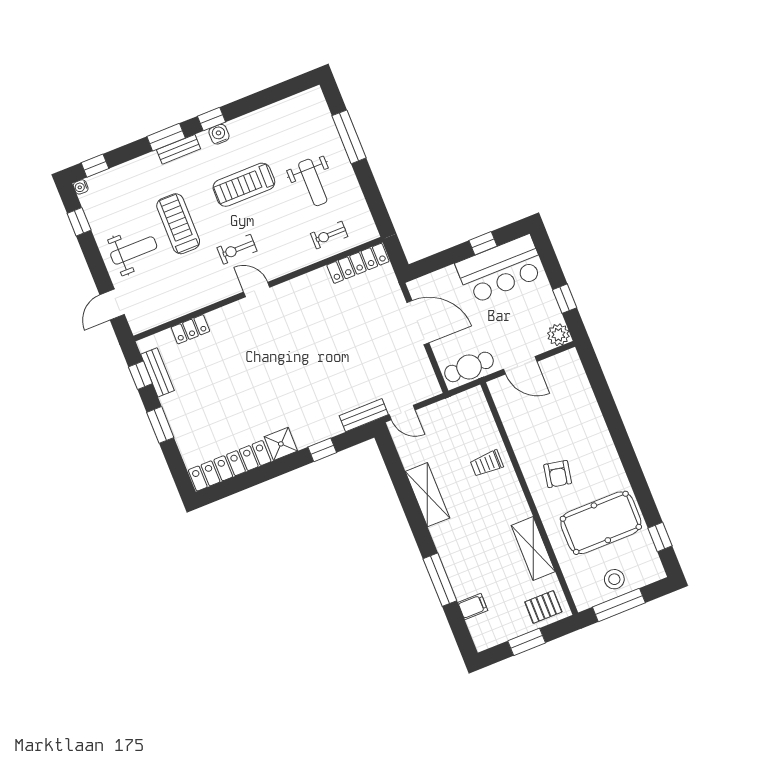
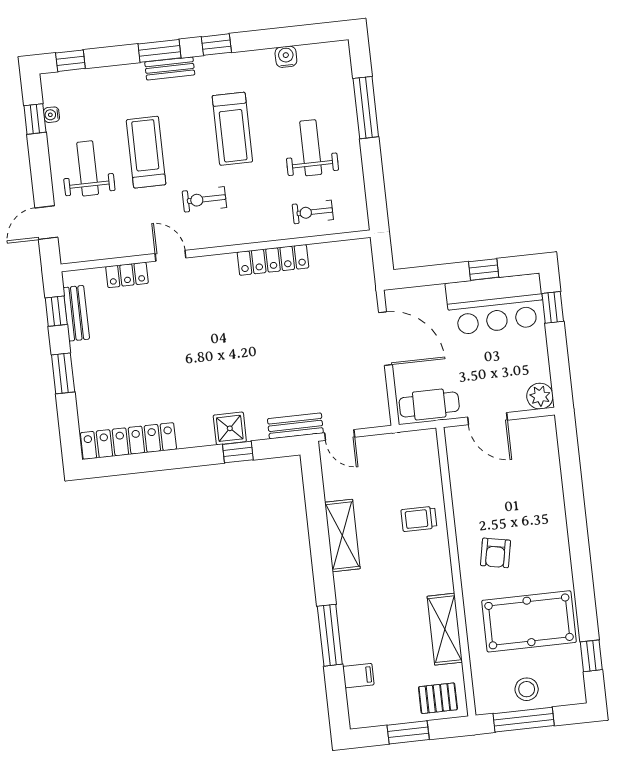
water cooler: (219, 134) -> (286, 57), moved
weight bench: (313, 182) -> (311, 148), turned 180
treadmill: (244, 185) -> (232, 129), turned -90
water cooler: (81, 187) -> (52, 115), moved
weight bench: (134, 250) -> (88, 168), turned -90
locker: (358, 263) -> (273, 260), moved
door: (257, 290) -> (170, 256), moved
window: (565, 299) -> (553, 307), moved
shower: (281, 444) -> (230, 428), moved

